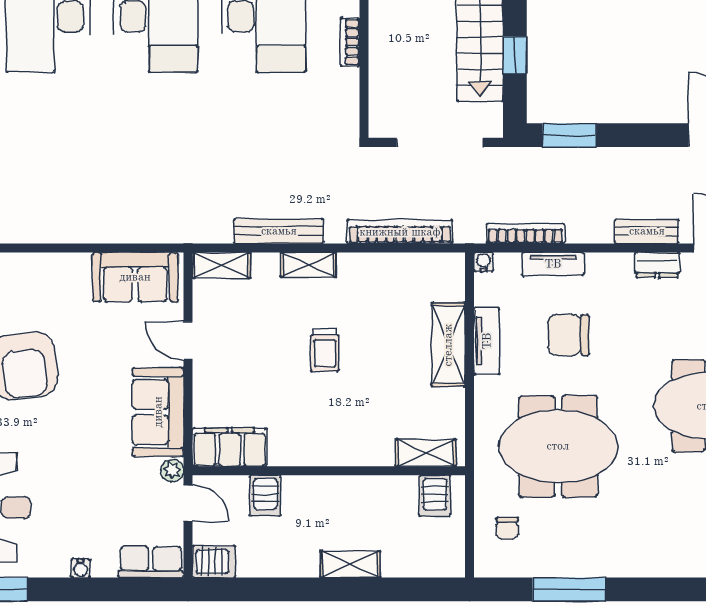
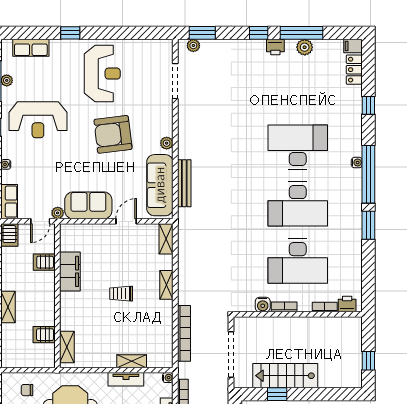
water cooler: (346, 83) -> (263, 305), added
bench: (279, 231) -> (184, 183), moved
plant: (40, 264) -> (167, 143), added
sofa: (135, 277) -> (160, 185), width x1.36
shelving: (448, 345) -> (132, 361), width x0.67, depth x0.75
filing cabinet: (230, 447) -> (70, 271), moved
server rack: (435, 496) -> (44, 335), moved

